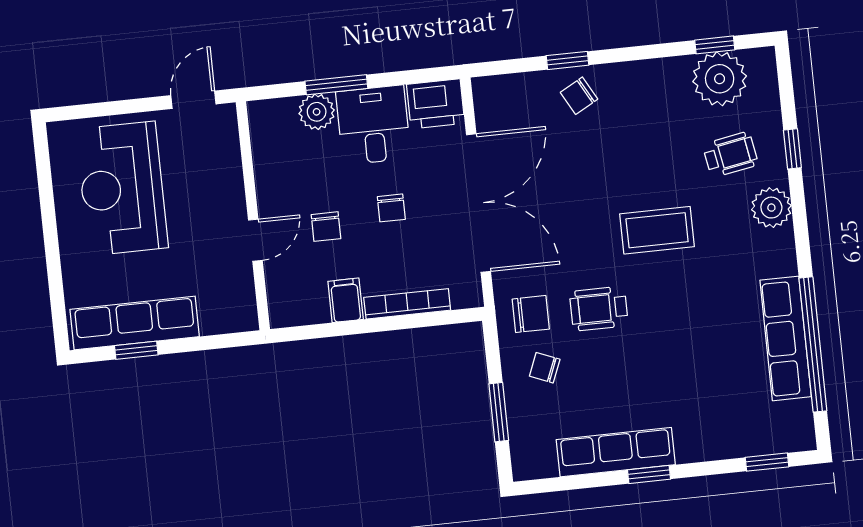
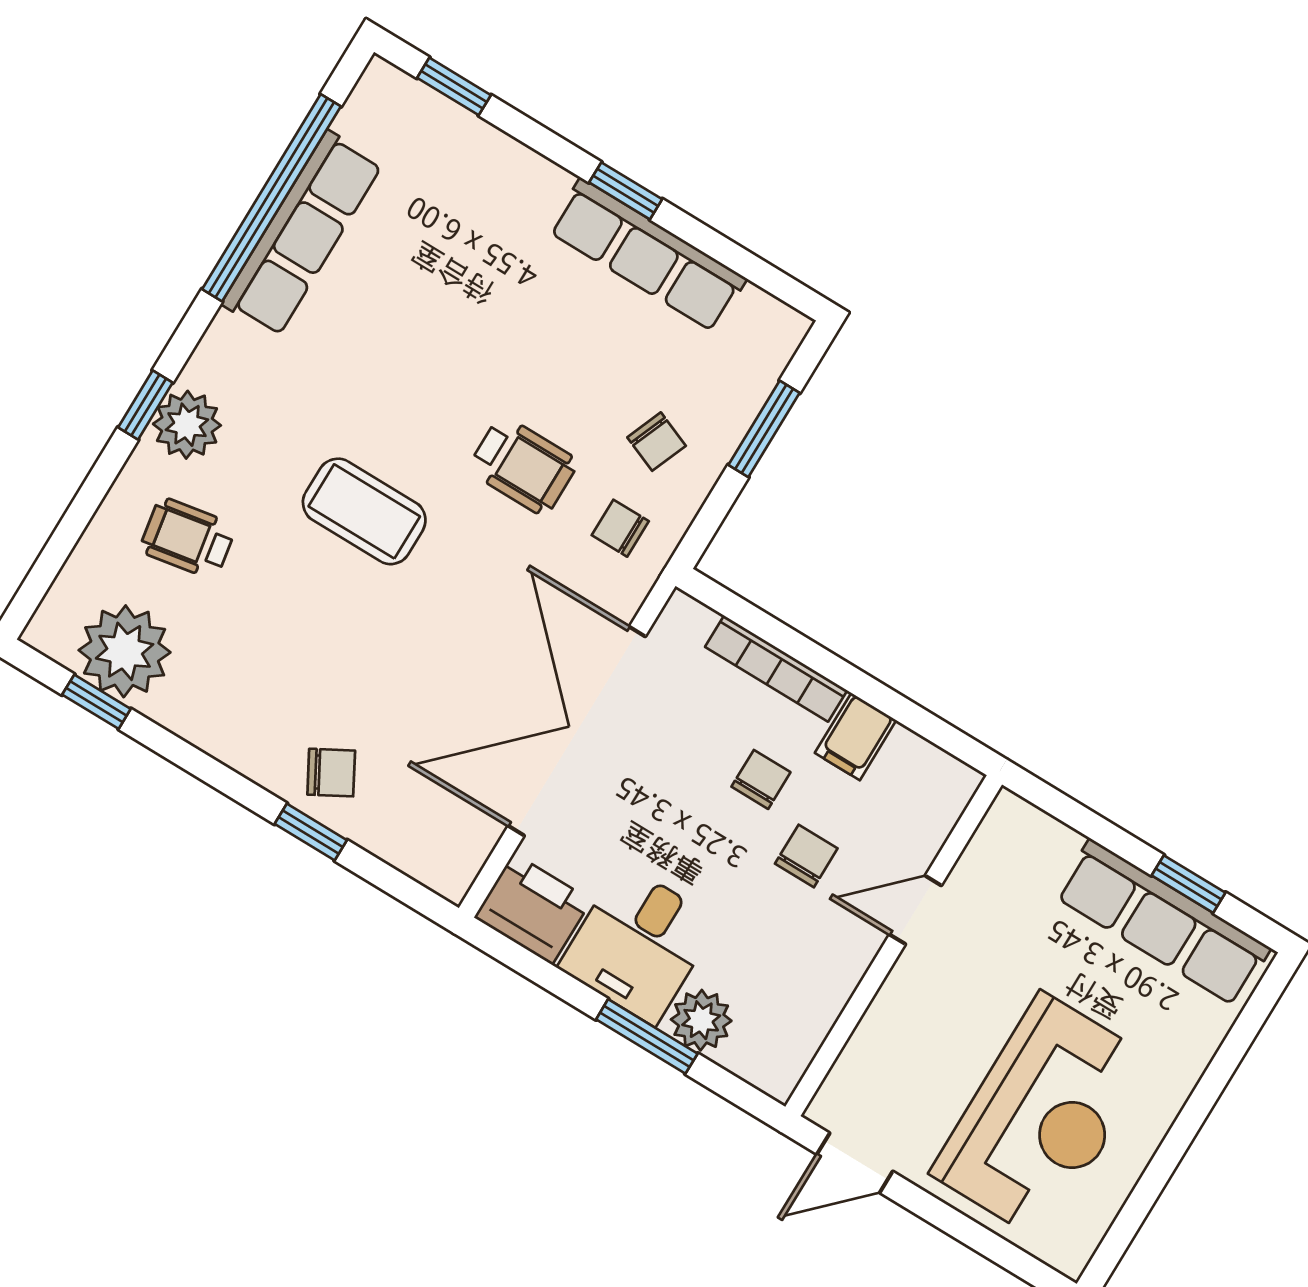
window: (792, 149) -> (145, 405), moved
chair: (391, 208) -> (761, 779), moved
chair: (531, 314) -> (620, 528), width x0.73, depth x0.73

